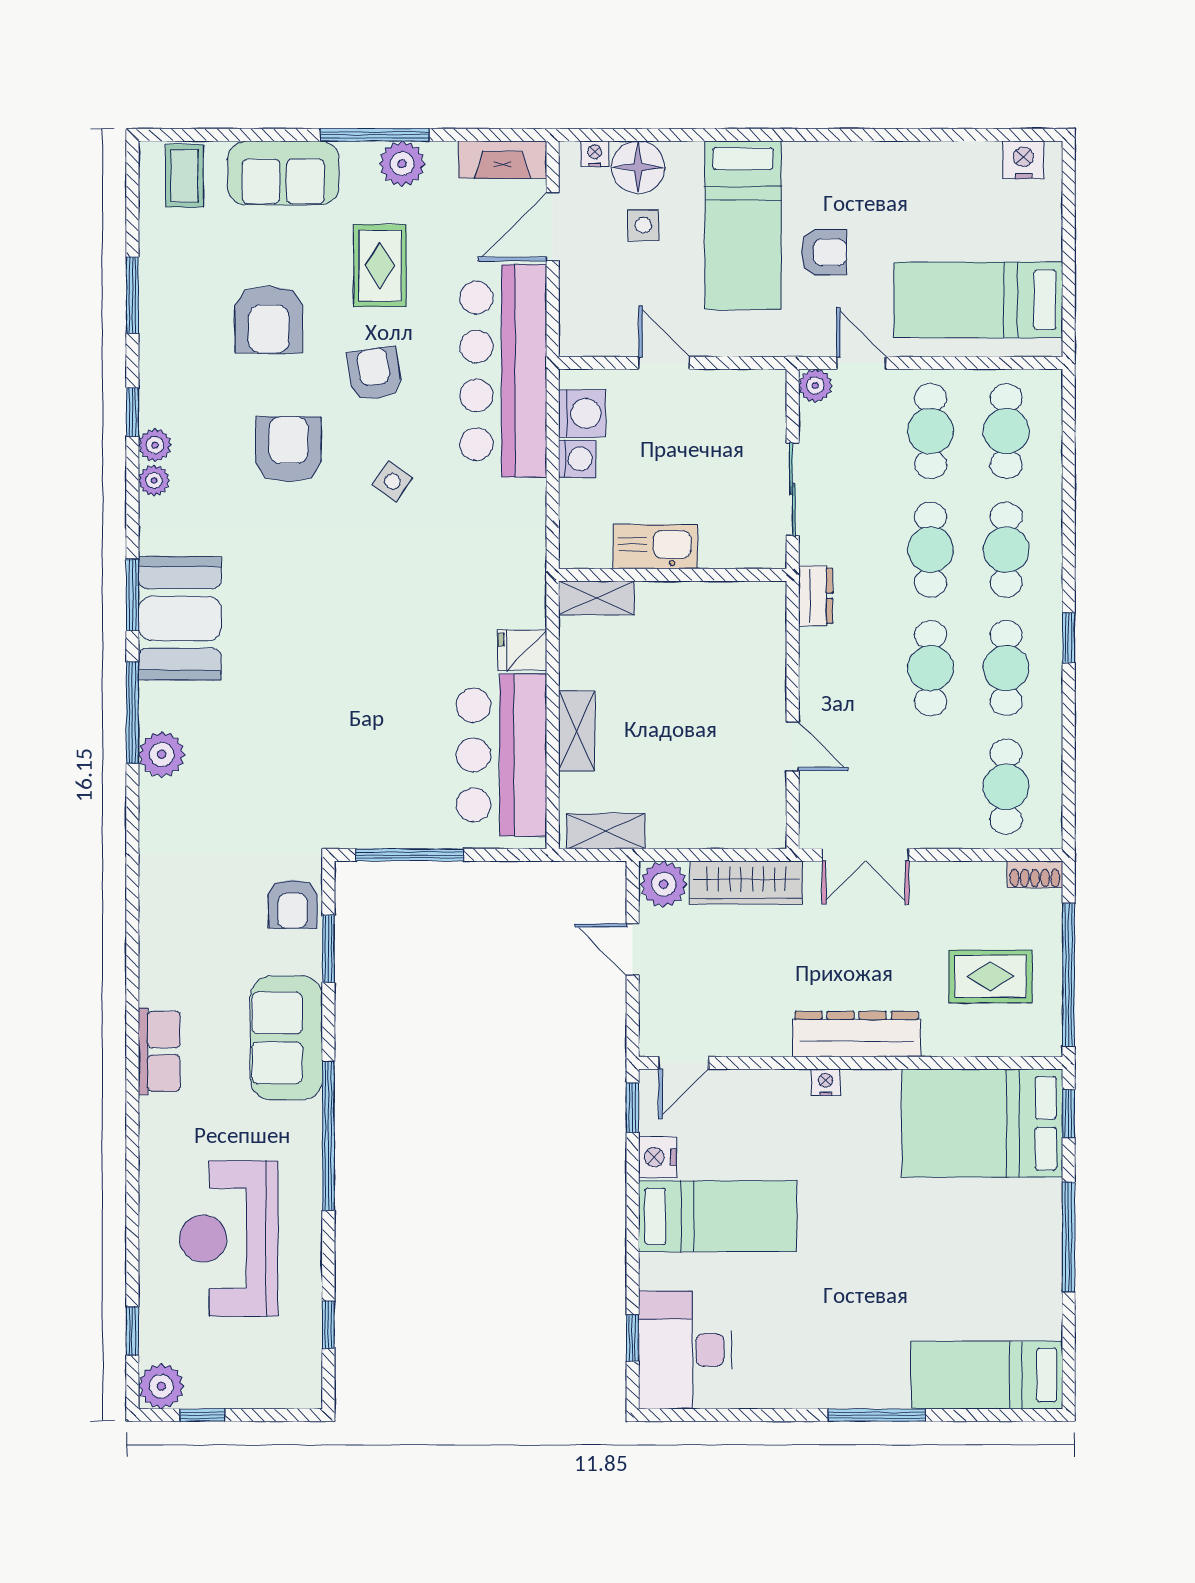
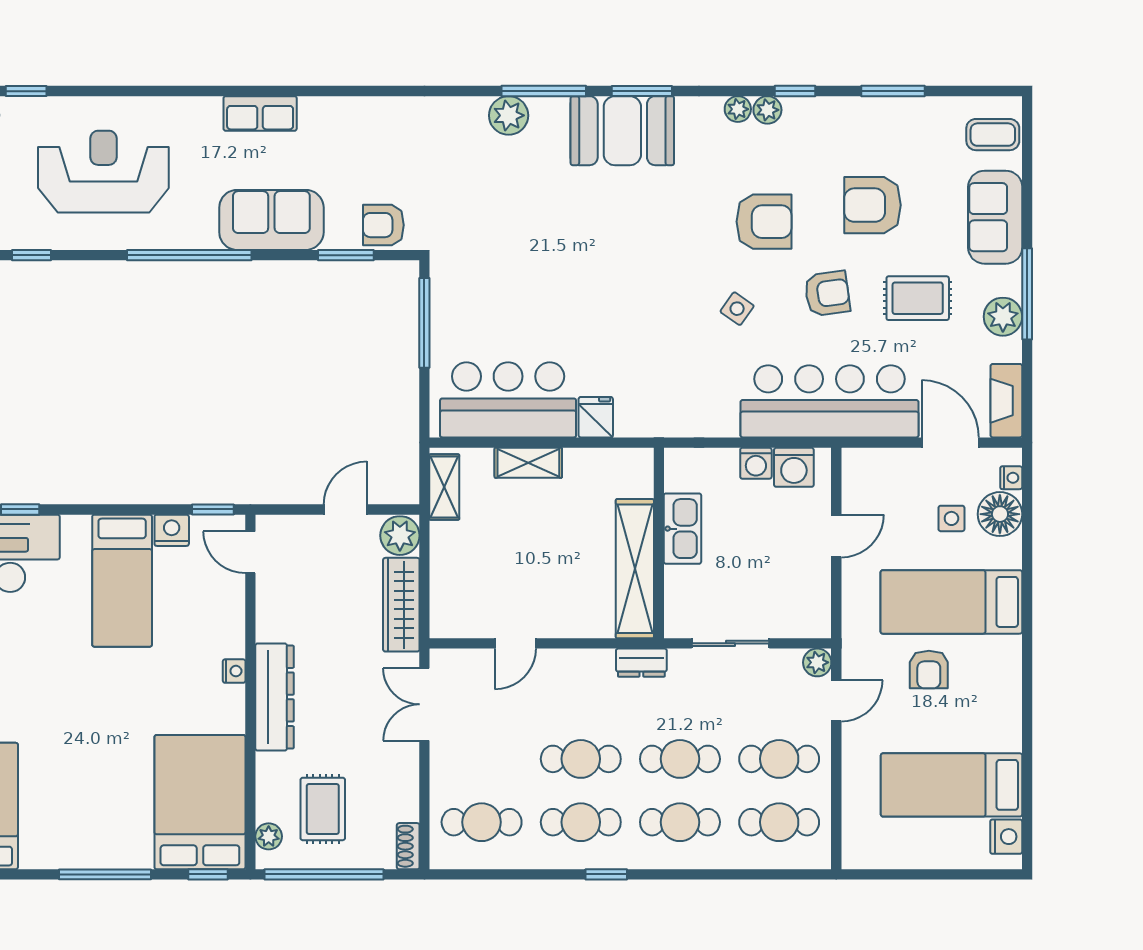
bed: (978, 300) -> (951, 785), moved, turned -90
shelving: (596, 598) -> (635, 569), moved, width x2.20, depth x1.33
plant: (1023, 1041) -> (269, 836), added

